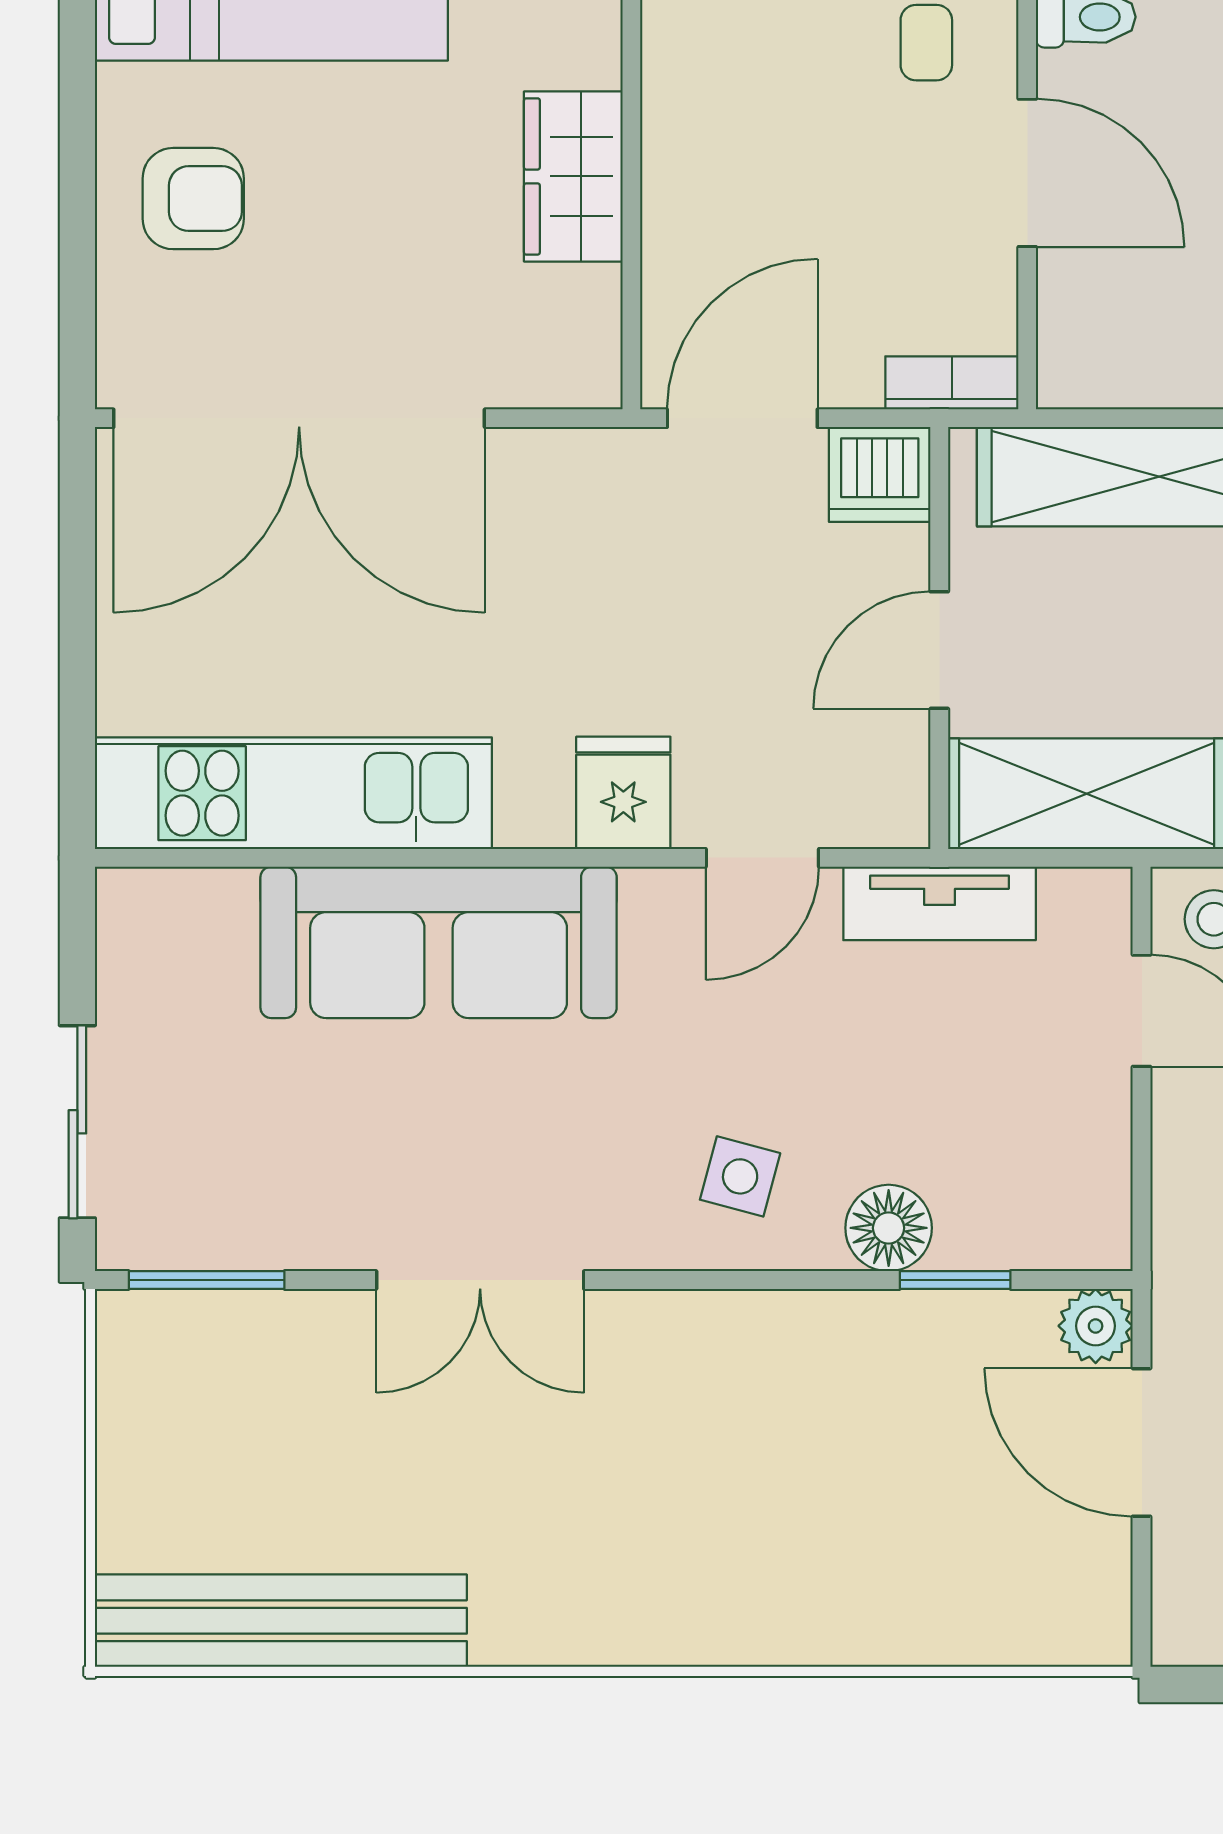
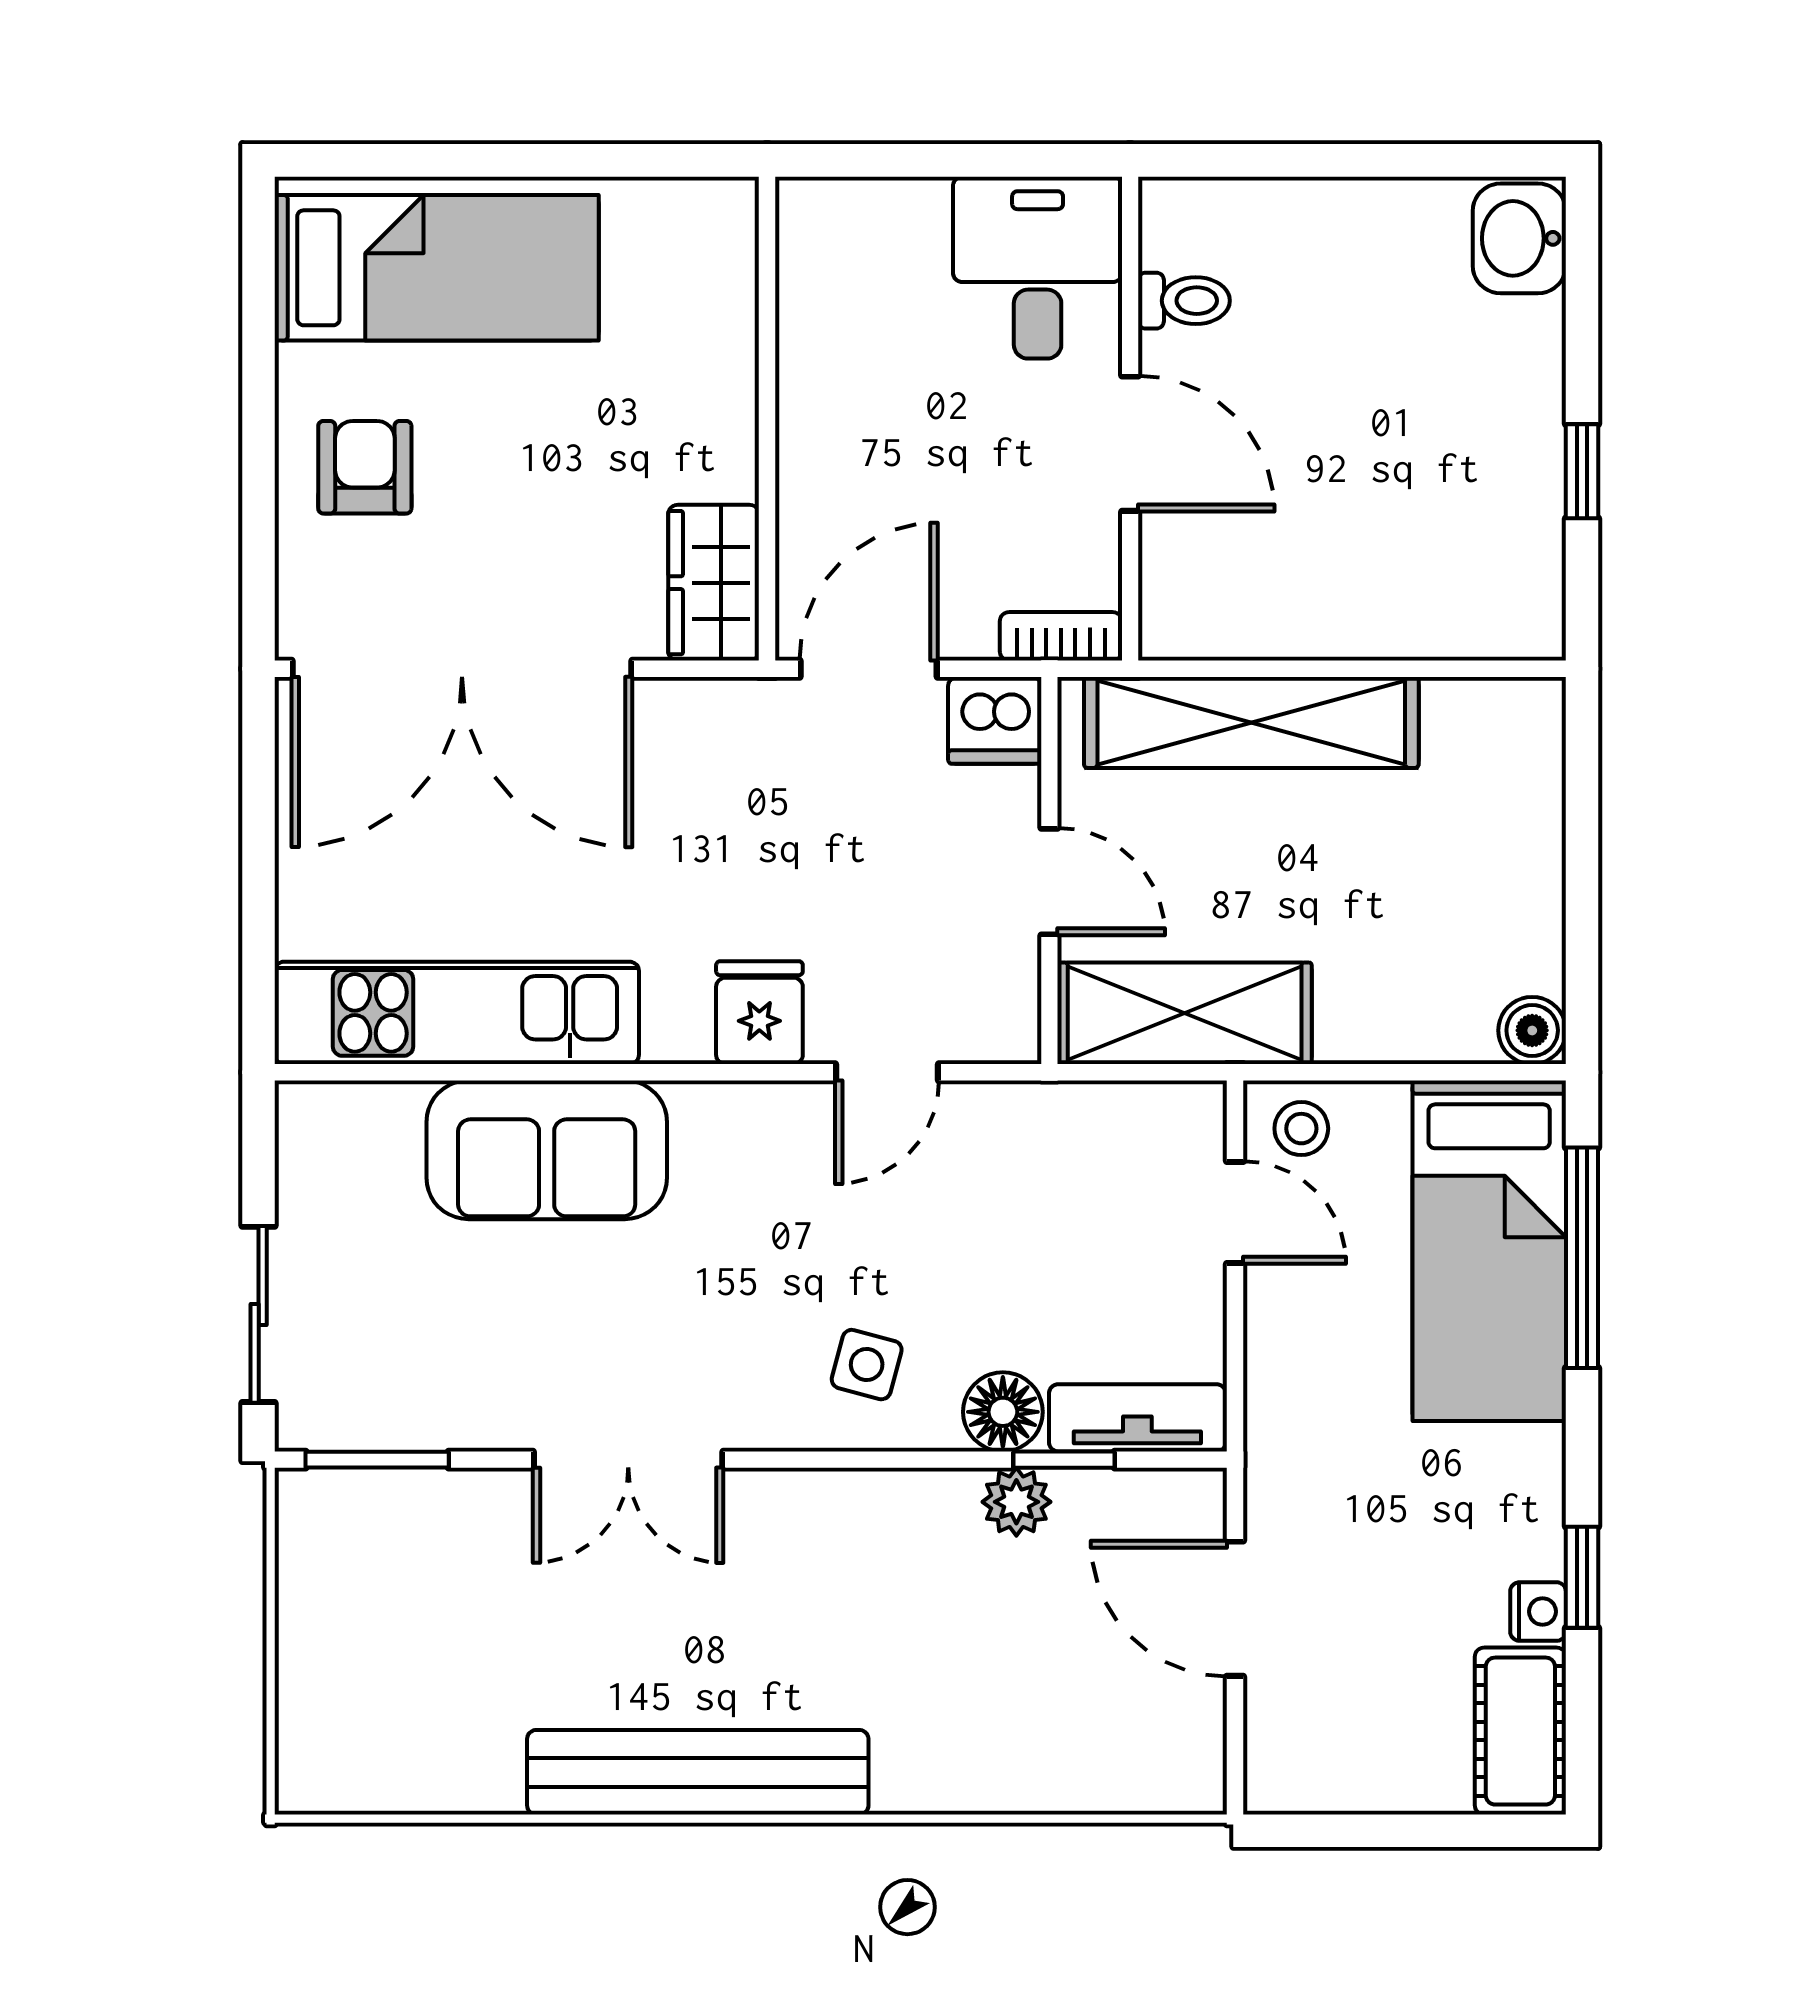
wardrobe: (573, 176) -> (714, 583), moved
armchair: (193, 199) -> (365, 467), turned -90
door: (939, 650) -> (1049, 882), swing flipped
tv unit: (940, 903) -> (1137, 1418), moved, turned 180
sofa: (439, 942) -> (547, 1150), width x0.73
plant: (1096, 1326) -> (1016, 1502), moved
bench: (281, 1621) -> (698, 1772), moved

